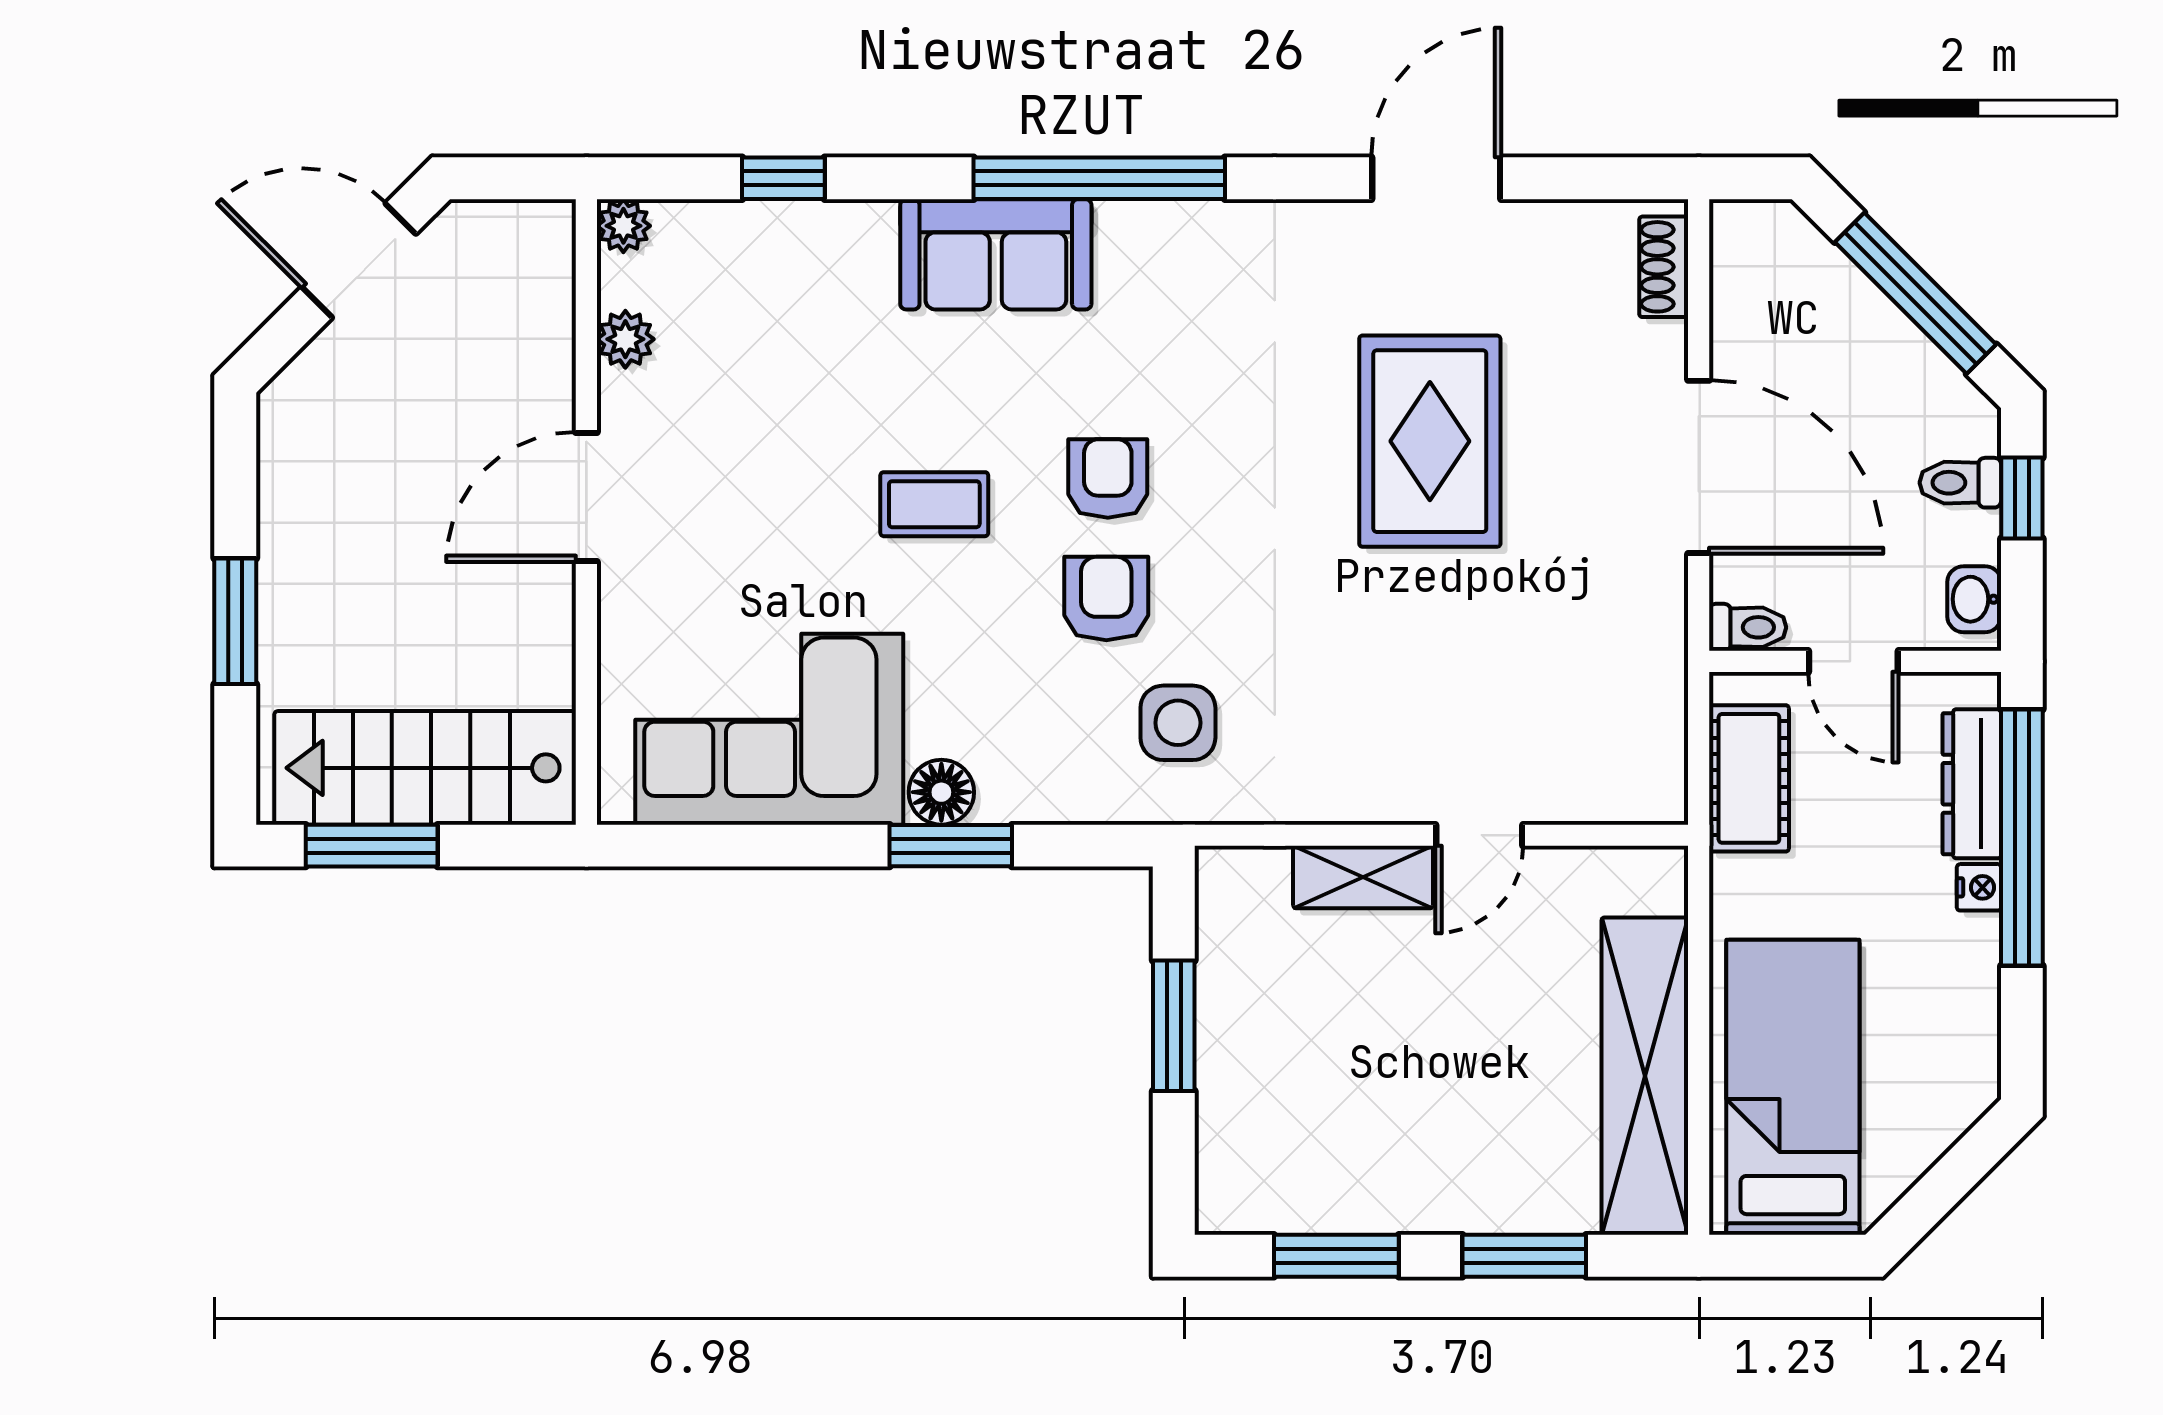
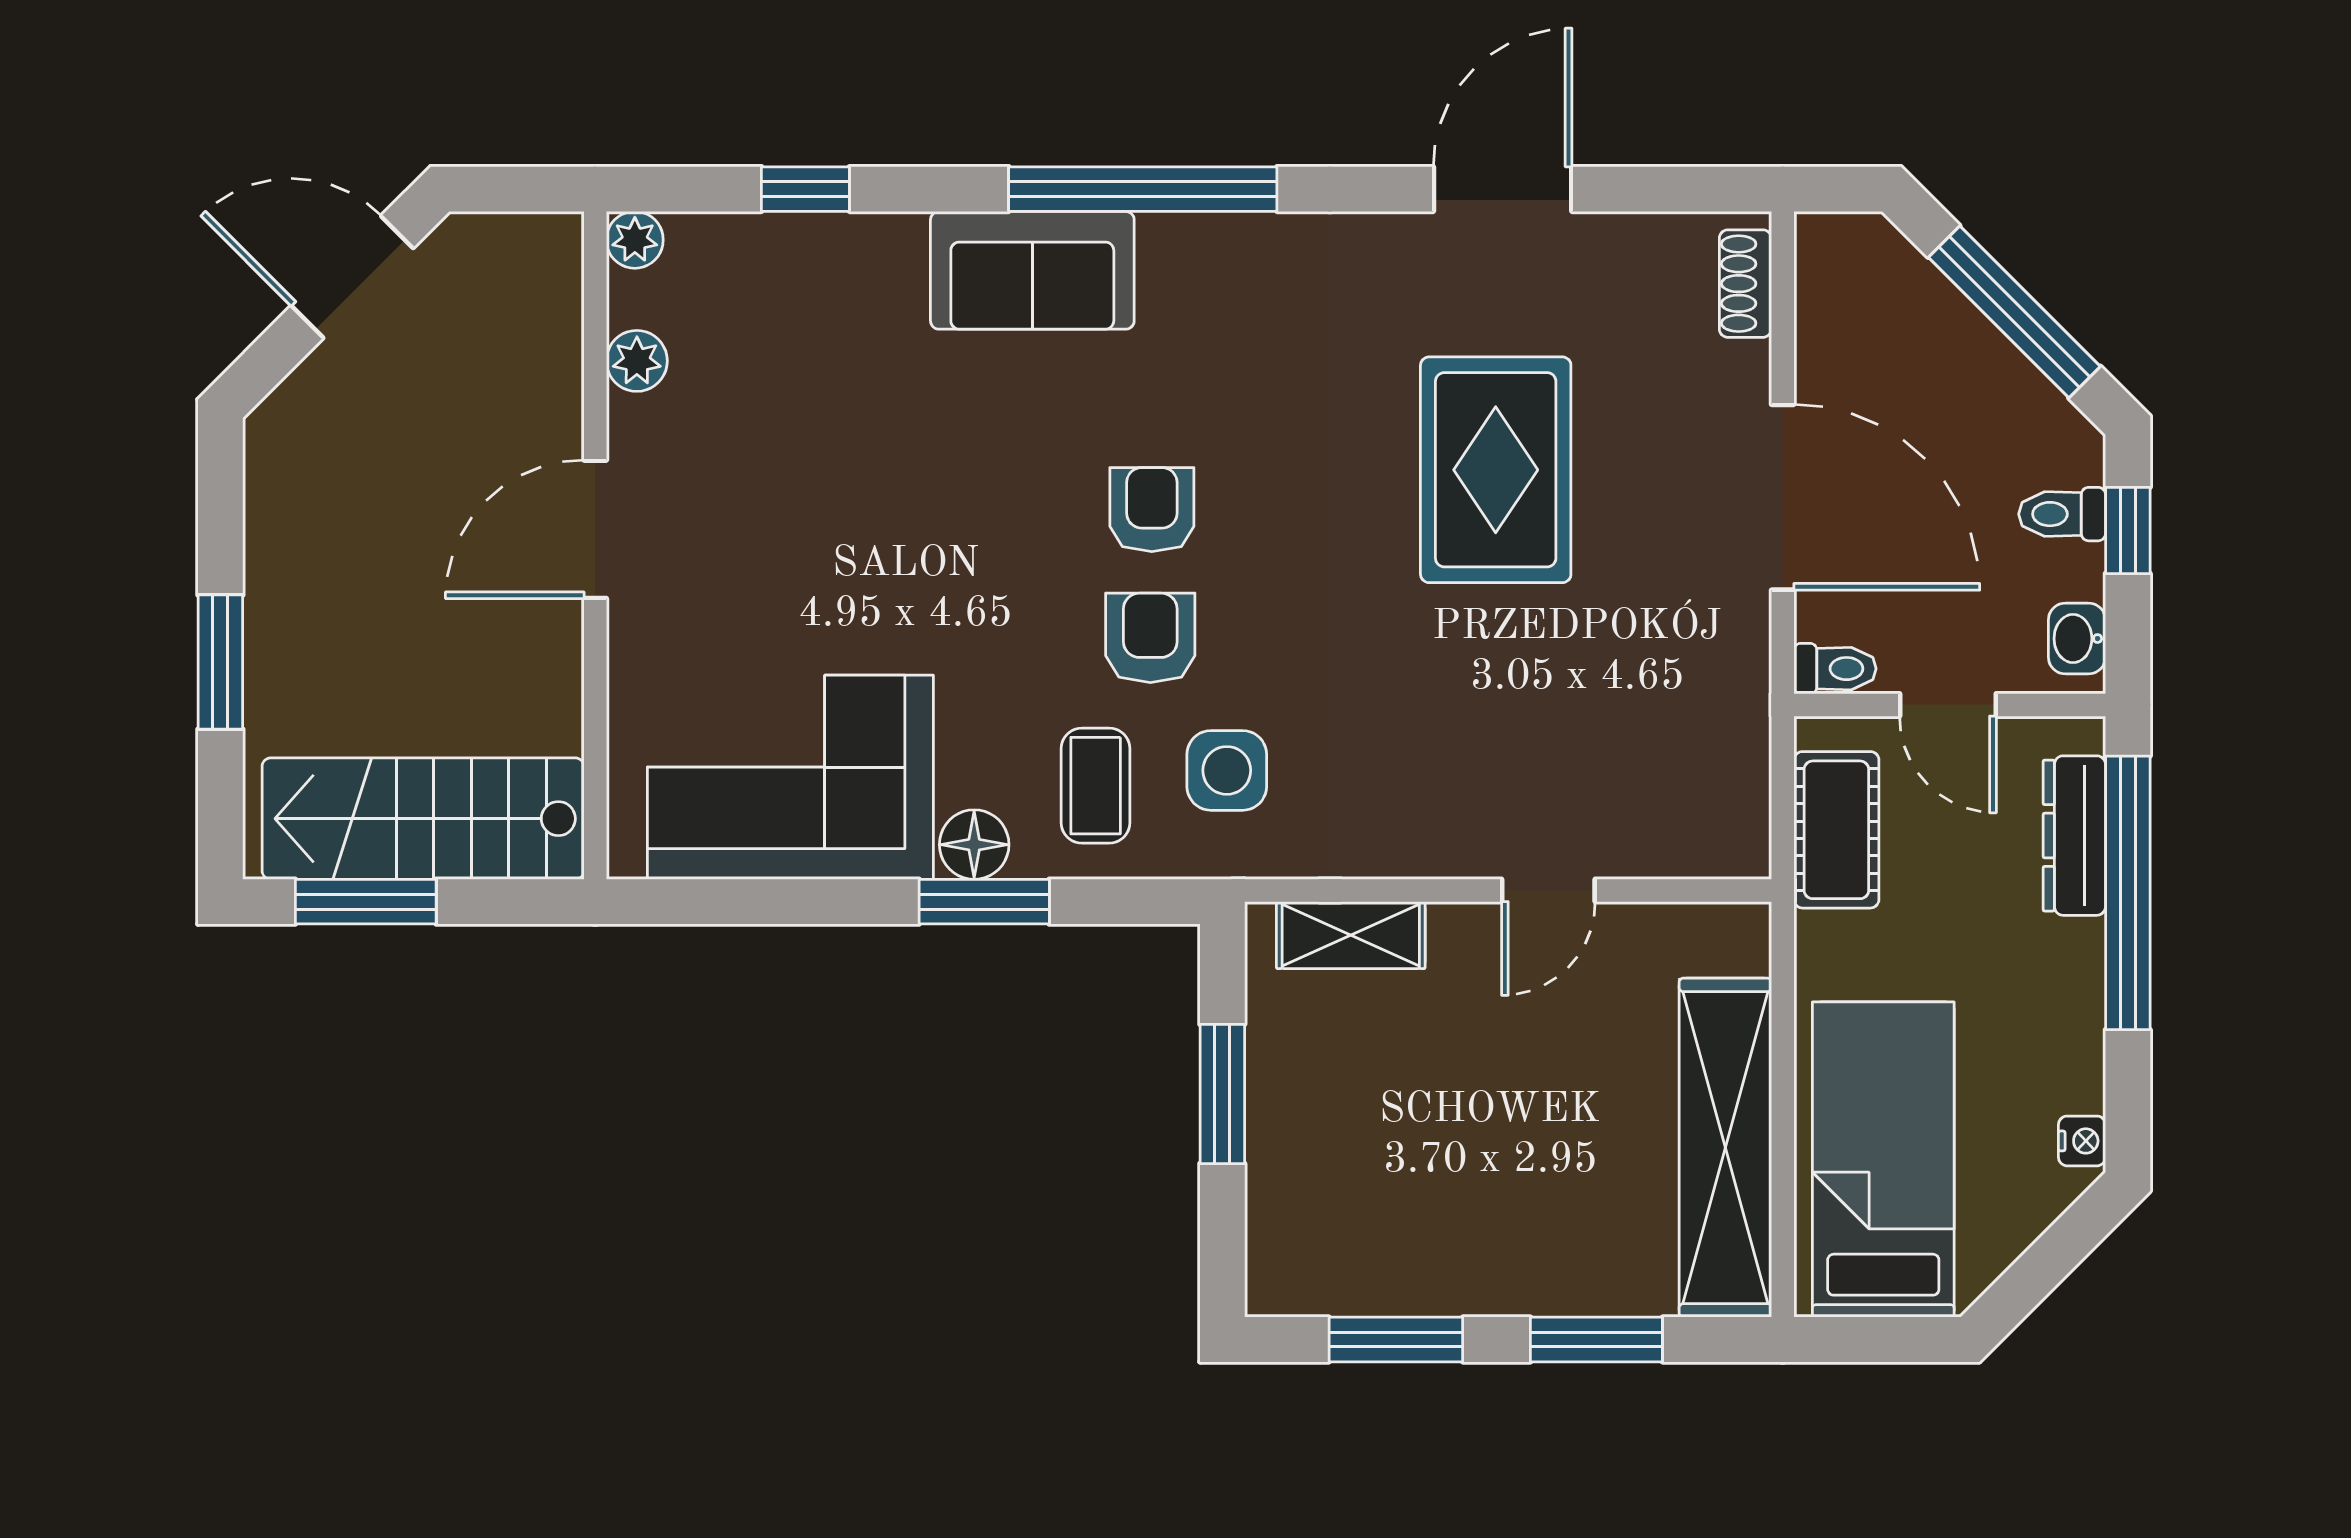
coffee table: (934, 504) -> (1096, 786), moved, turned 90
shelving: (1363, 877) -> (1351, 935), moved
nightstand: (1979, 887) -> (2082, 1141), moved

